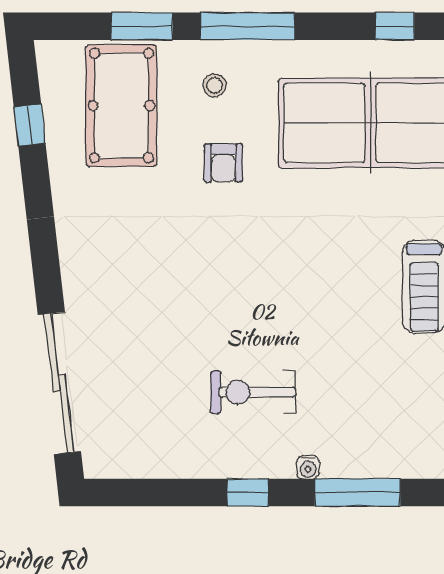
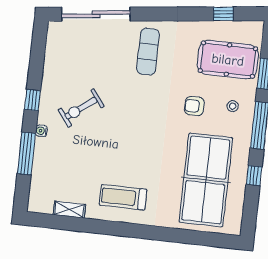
window: (395, 26) -> (254, 176), moved
exercise mat: (123, 269) -> (148, 52), added
exercise bike: (253, 392) -> (81, 108), turned -127

